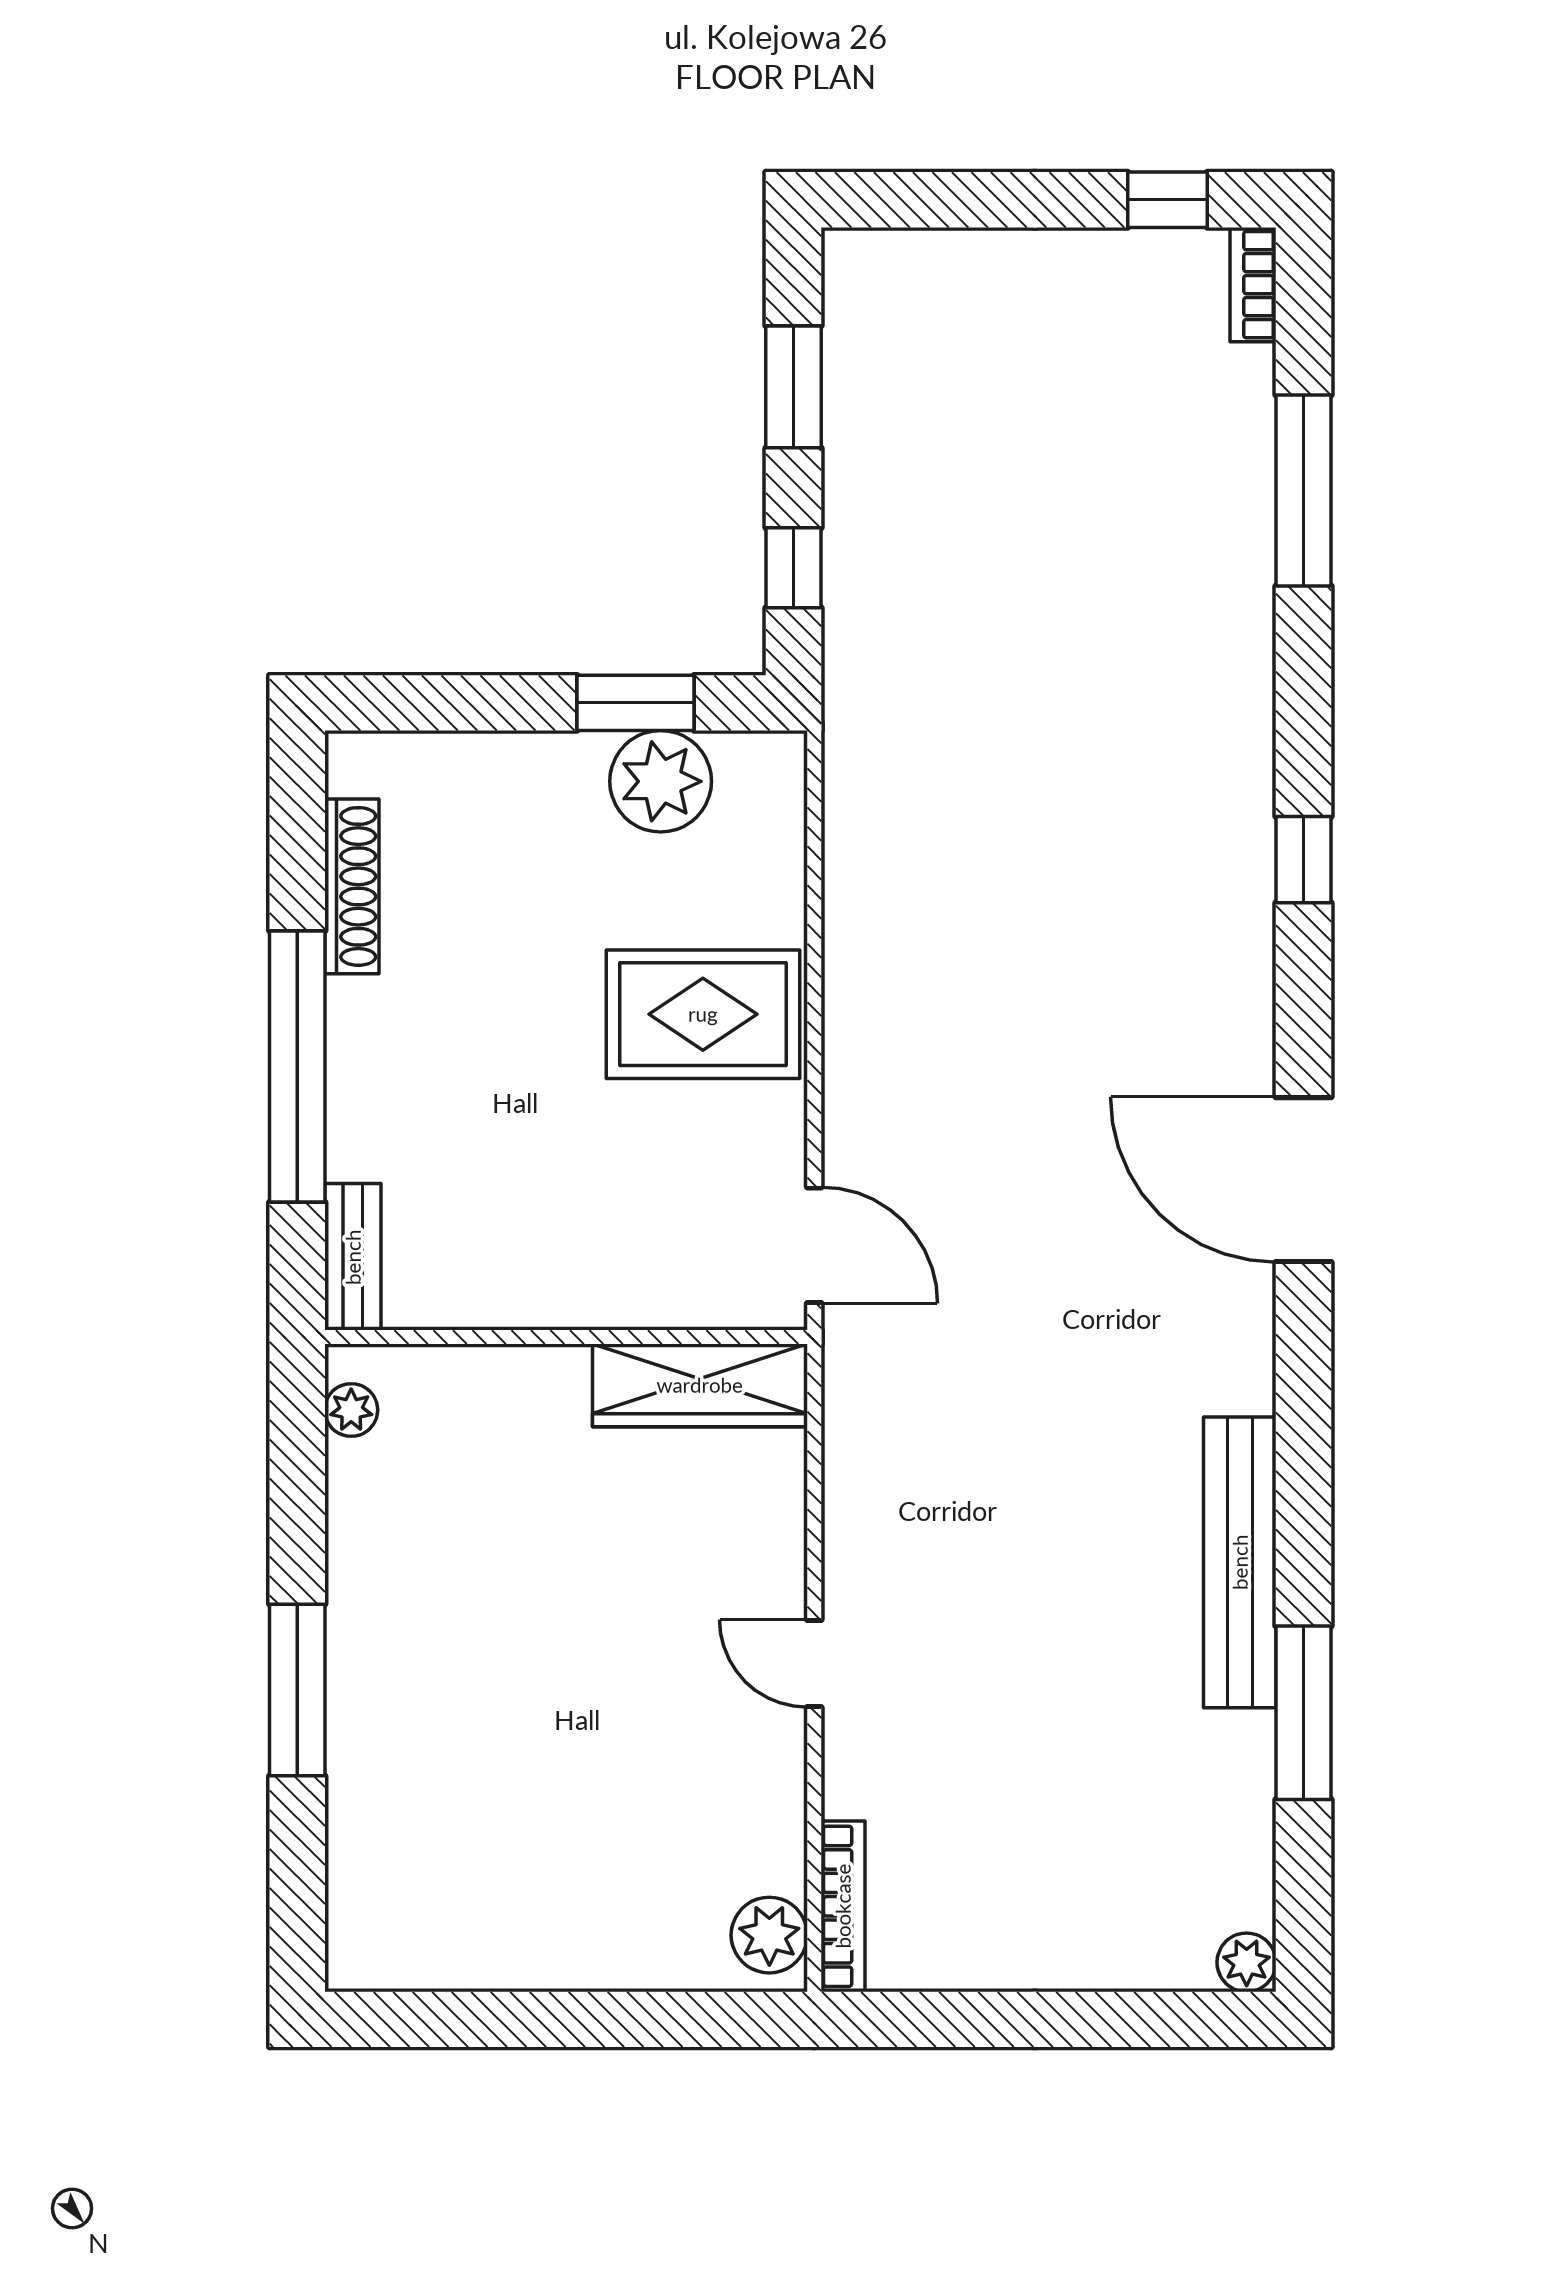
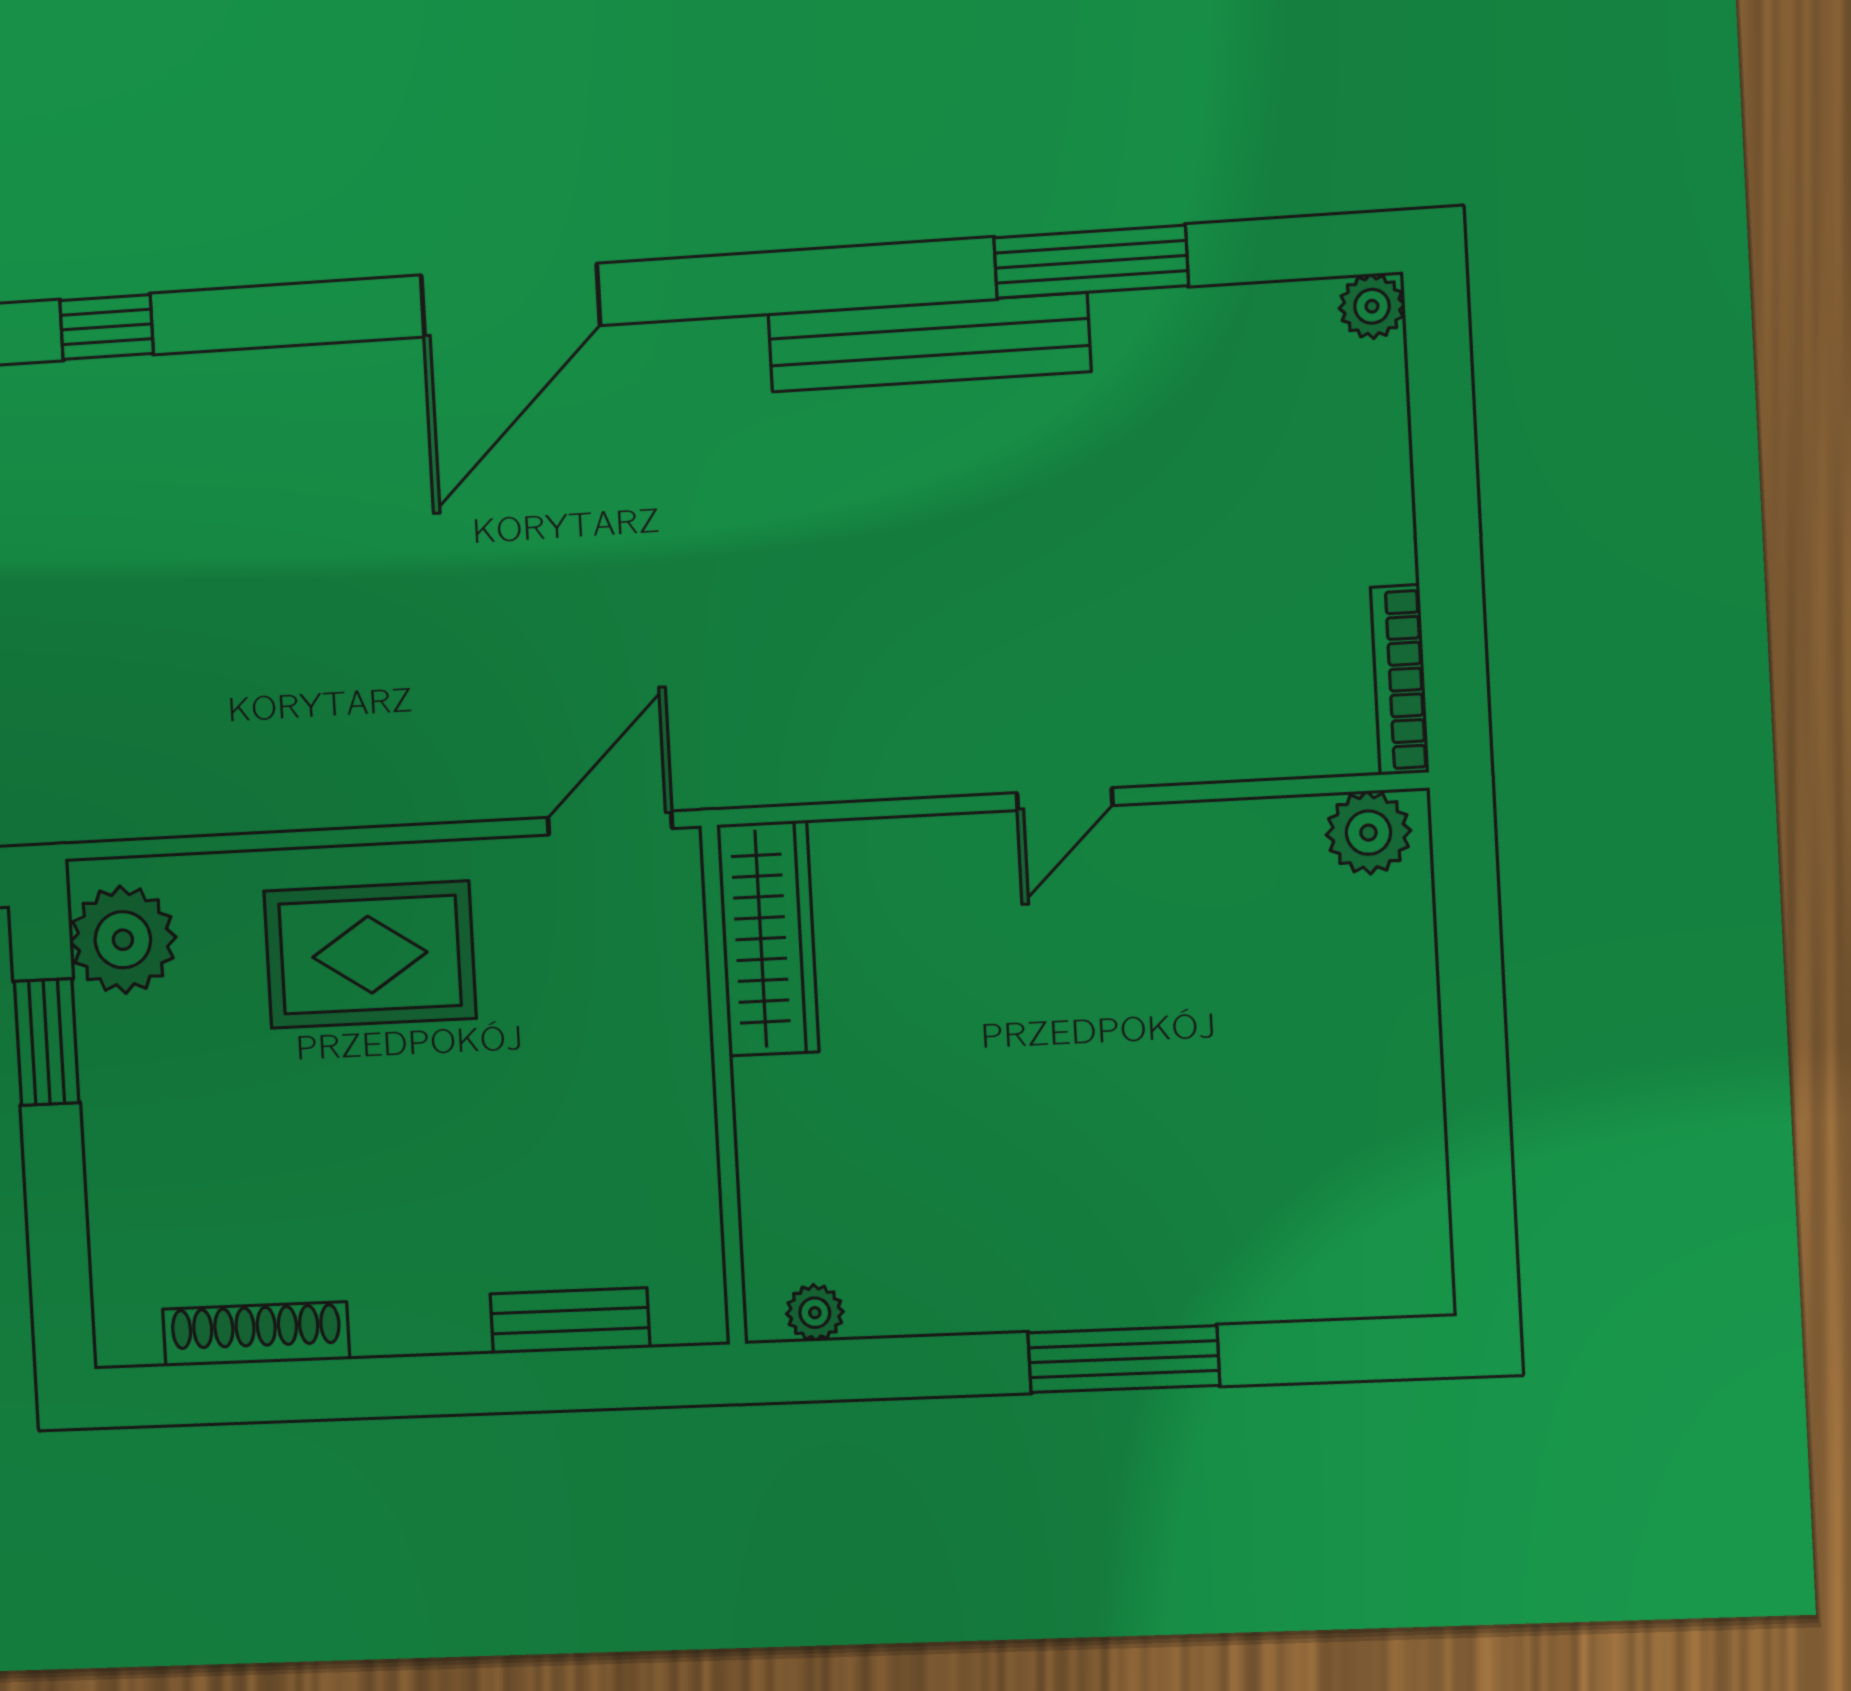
plant: (661, 781) -> (123, 940), moved
window: (1304, 860) -> (107, 327), moved
rug: (703, 1014) -> (370, 955), turned 90
window: (297, 1067) -> (450, 1385), removed
bench: (353, 1257) -> (570, 1321), moved
bookcase: (843, 1906) -> (1400, 680), moved, turned -90

